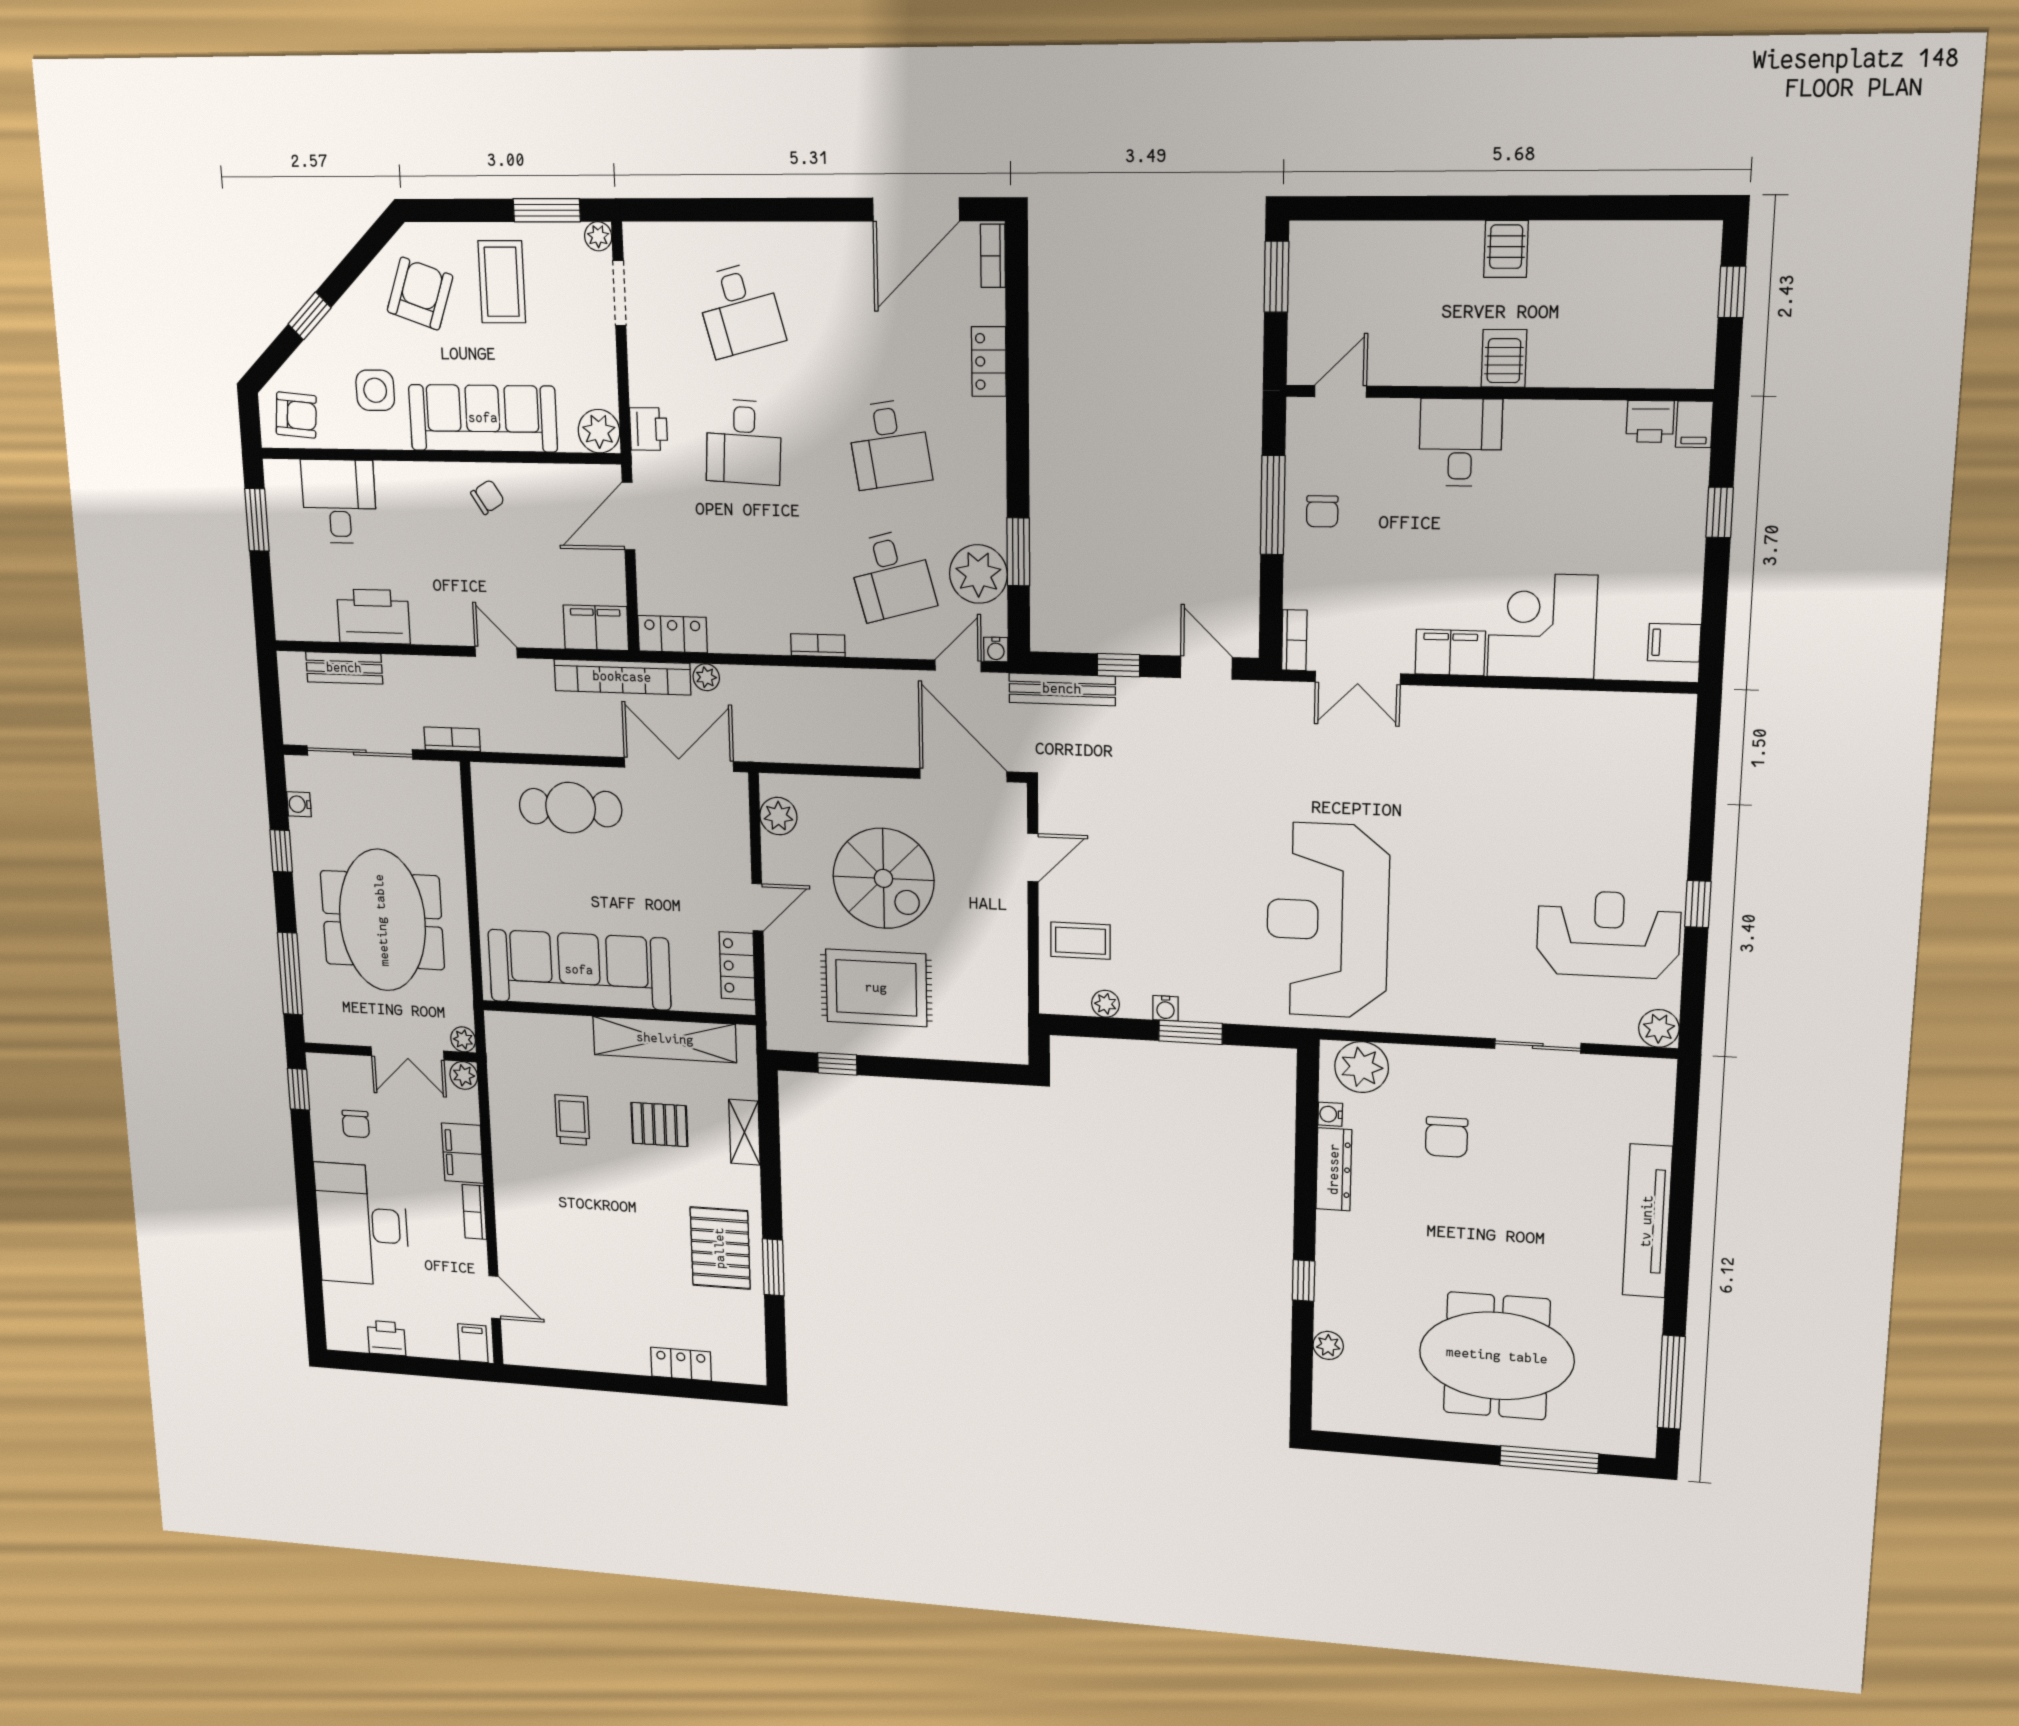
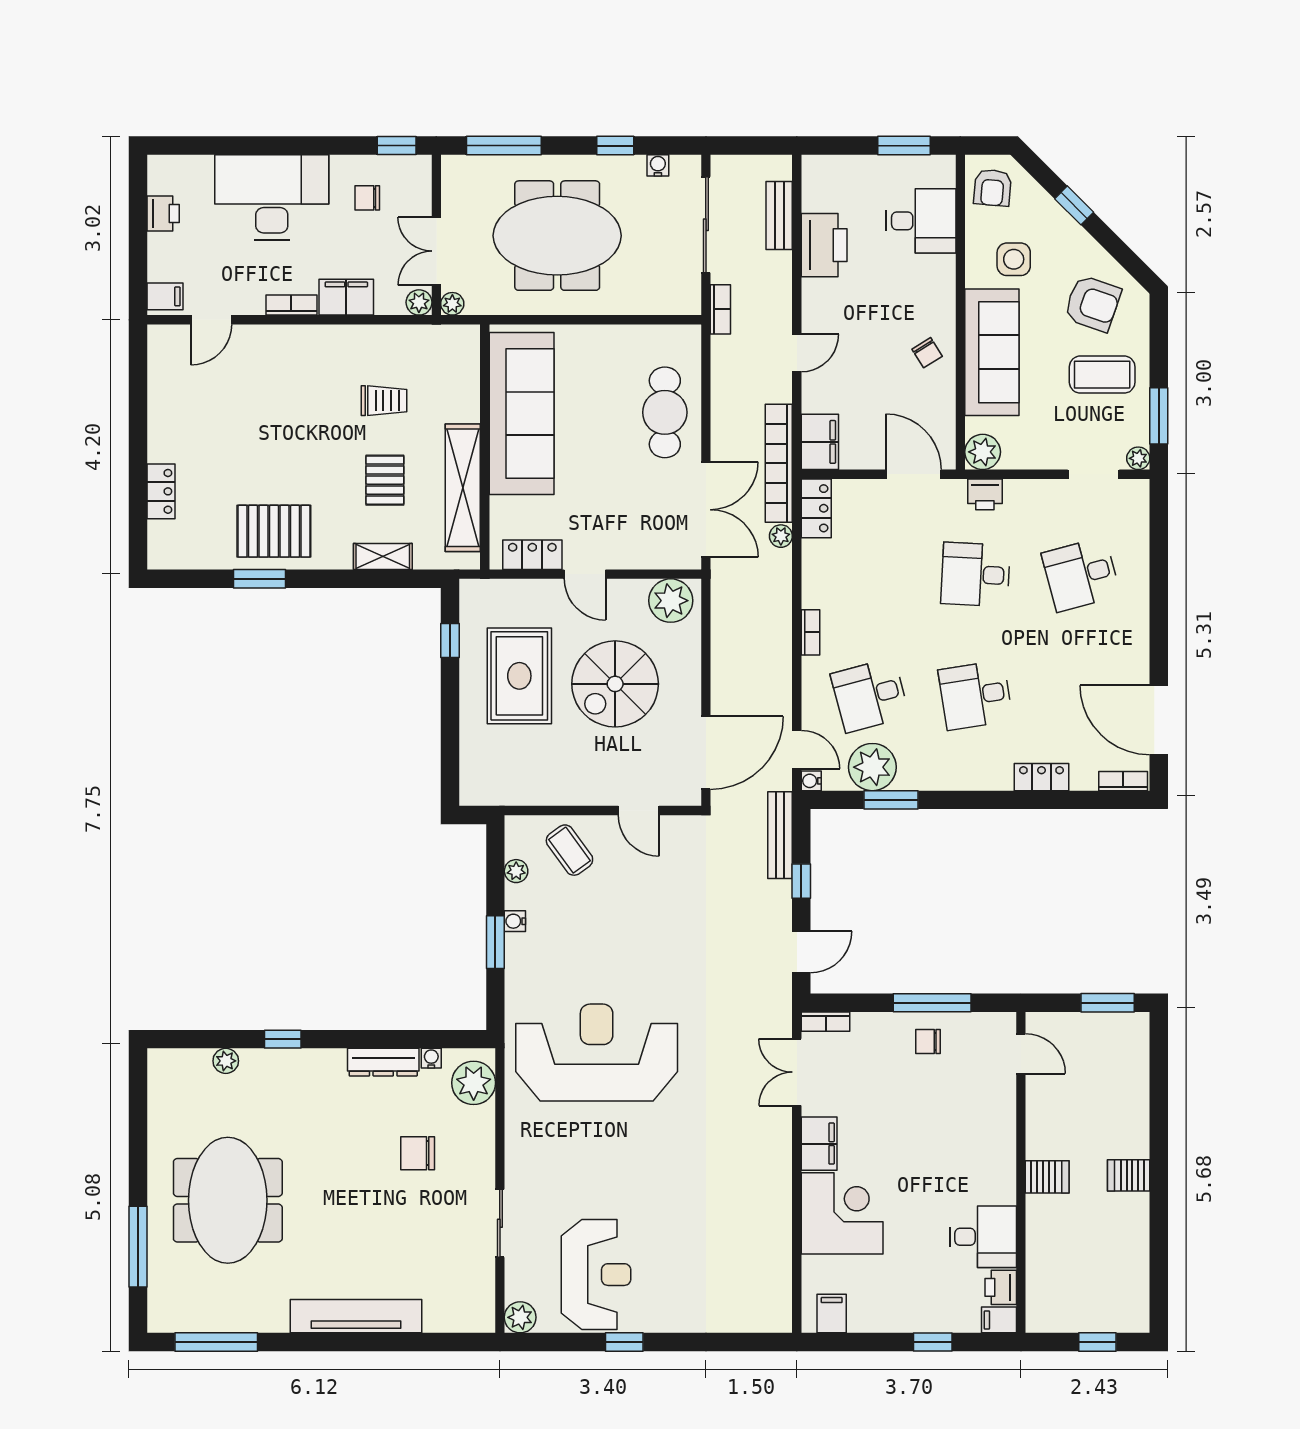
desk: (1460, 442) -> (983, 1237), moved
plant: (778, 816) -> (671, 601), width x1.36, depth x1.36
coffee table: (1080, 941) -> (569, 850), turned -36

